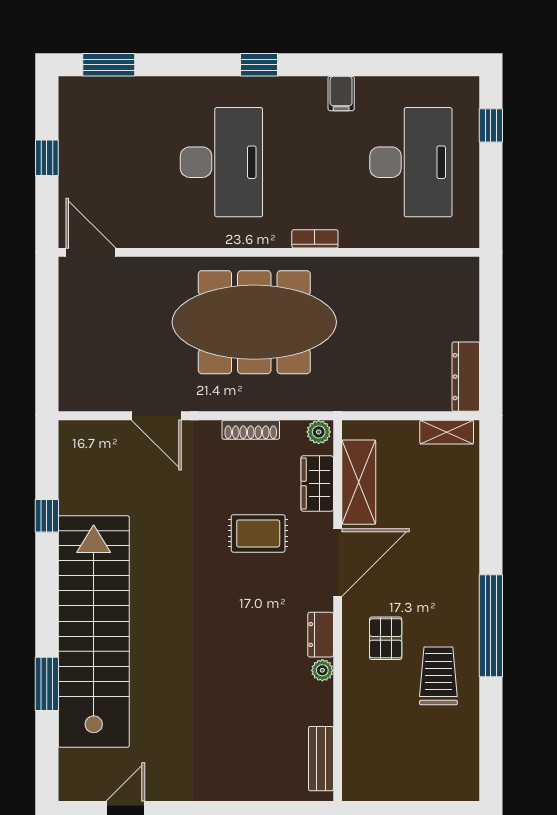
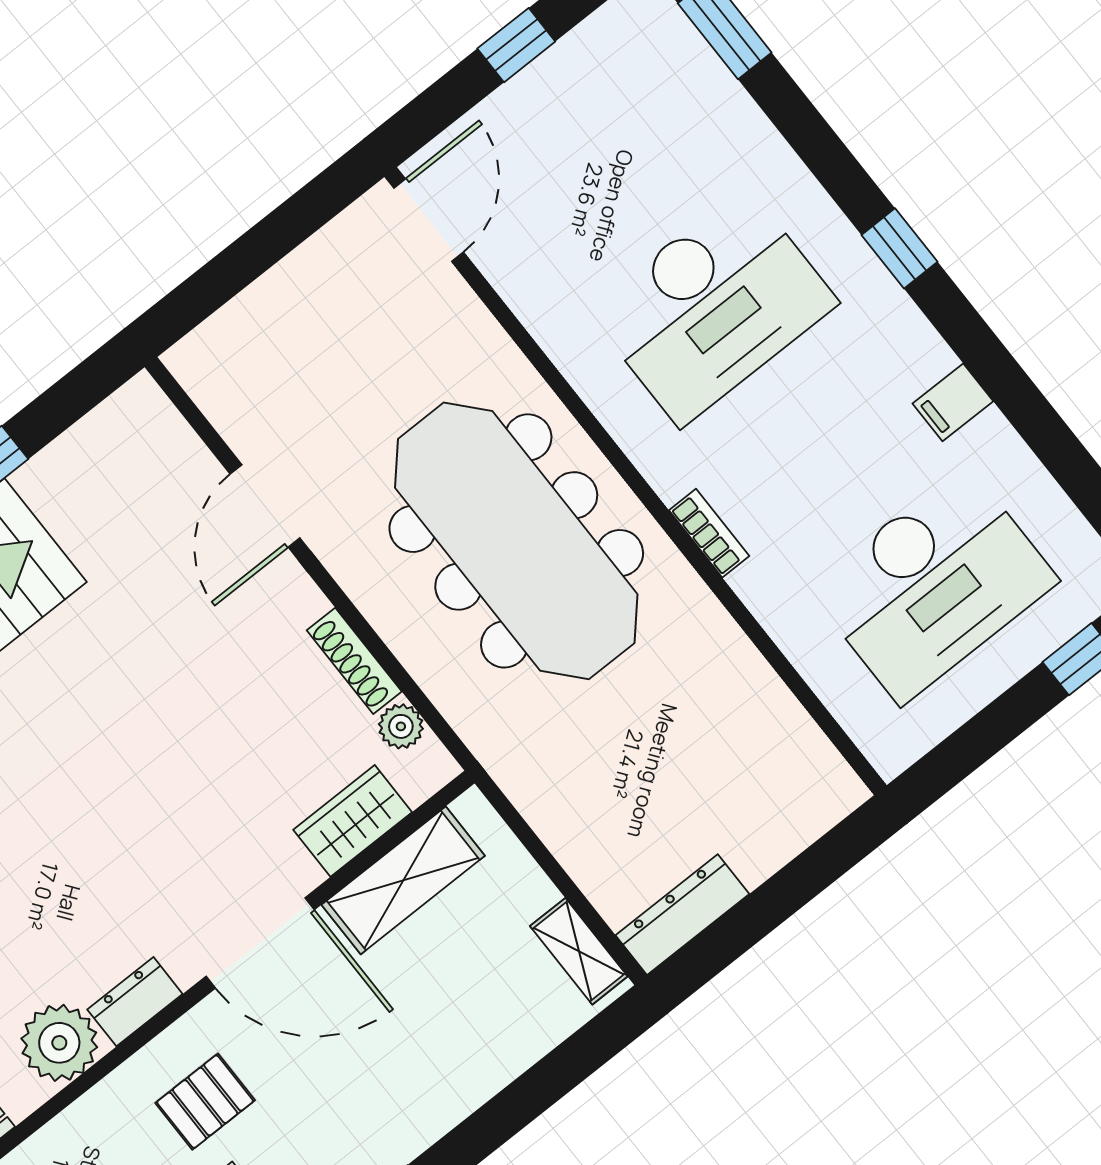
plant: (319, 432) -> (401, 726), moved
rug: (258, 533) -> (211, 792), removed
plant: (322, 670) -> (59, 1043), width x1.87, depth x1.87

